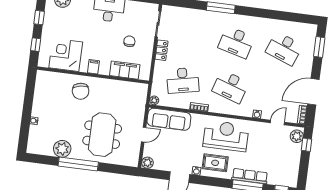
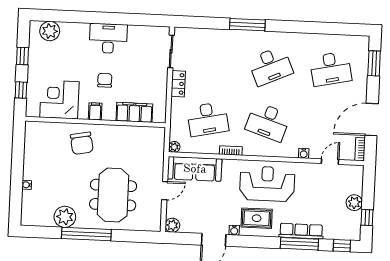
chair: (129, 41) -> (105, 80), moved
desk: (236, 42) -> (270, 66), turned -39
desk: (284, 49) -> (331, 69), turned -33
plant: (297, 136) -> (354, 203), moved
window: (307, 145) -> (367, 217), moved

